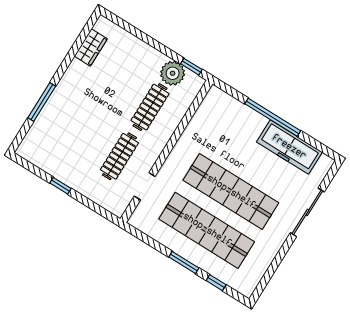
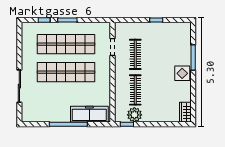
wardrobe: (91, 47) -> (185, 112), moved
display table: (71, 89) -> (182, 73), added
freezer: (289, 147) -> (89, 114), moved

